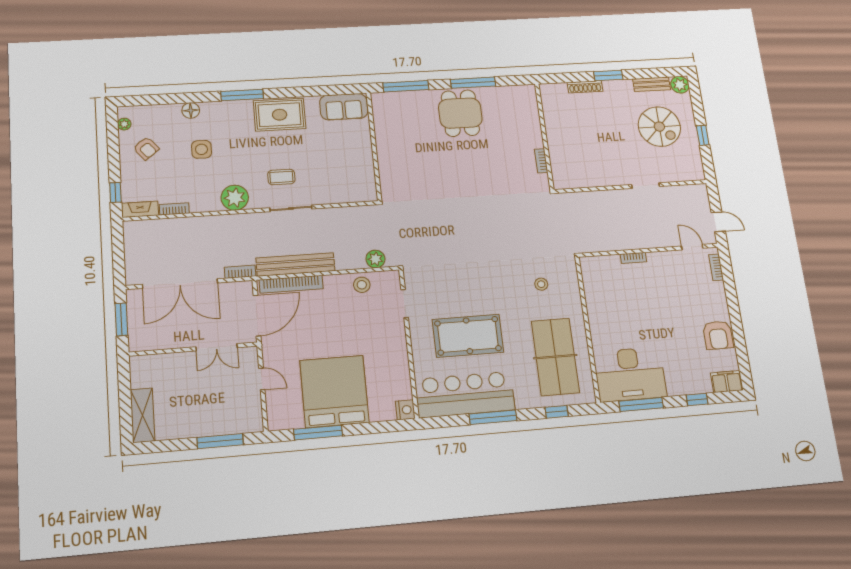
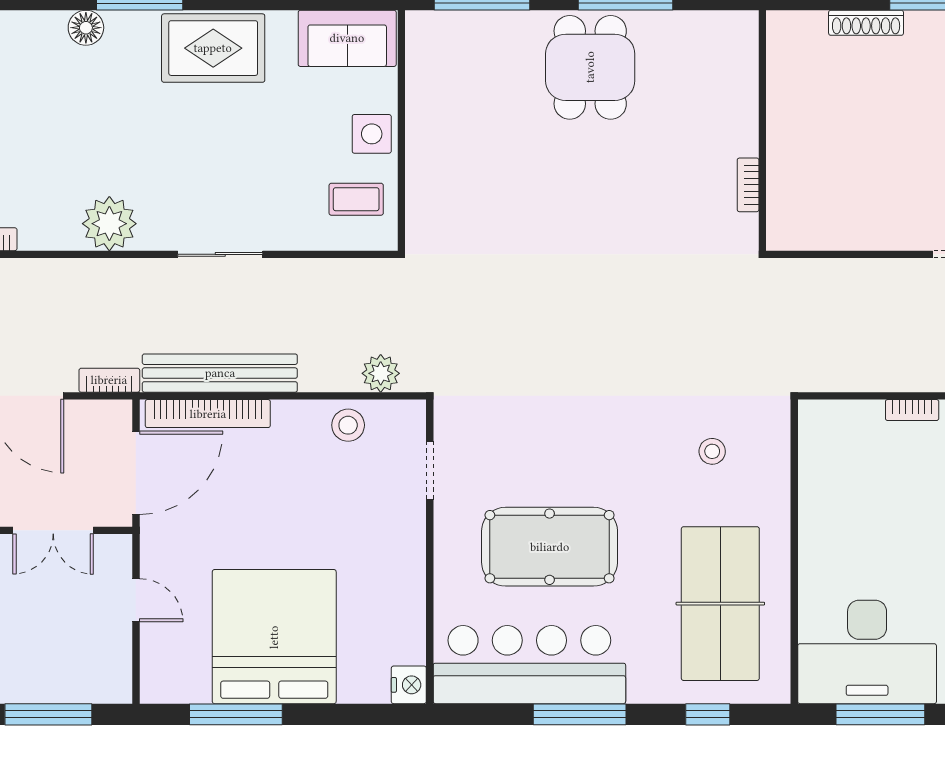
floor lamp: (191, 110) -> (86, 28), moved
side table: (201, 149) -> (372, 134), moved
coffee table: (281, 177) -> (356, 199), moved

